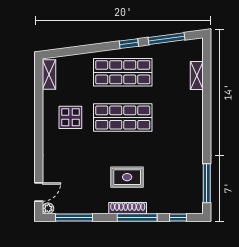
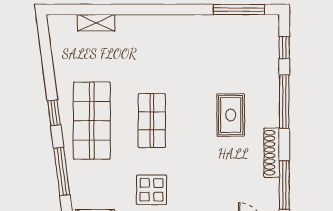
window: (167, 39) -> (62, 172), moved
shop shelf: (123, 118) -> (152, 121), width x0.70, depth x0.74
shoe rack: (128, 208) -> (272, 153), moved

